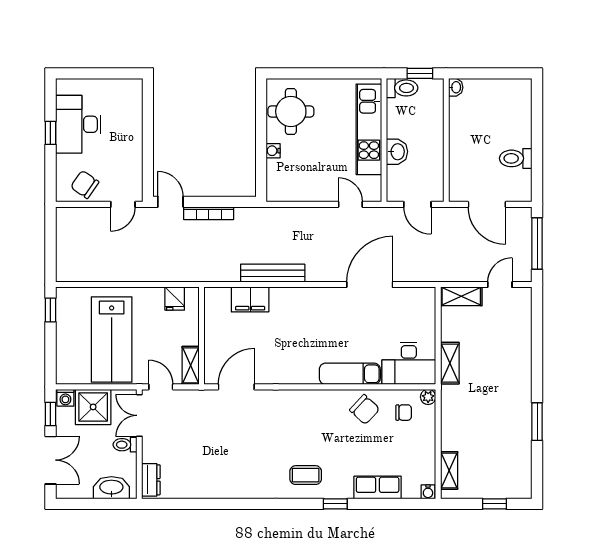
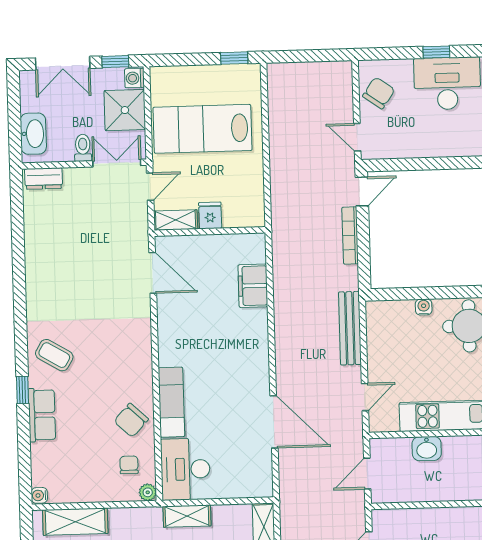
bench: (273, 273) -> (350, 328), moved
fridge: (175, 299) -> (210, 215), moved, turned 90
chair: (404, 413) -> (129, 465), turned 180
shelving: (449, 470) -> (75, 522), width x1.50, depth x1.33
coffee table: (306, 475) -> (54, 355), turned -59
row of seats: (378, 487) -> (42, 415), moved

